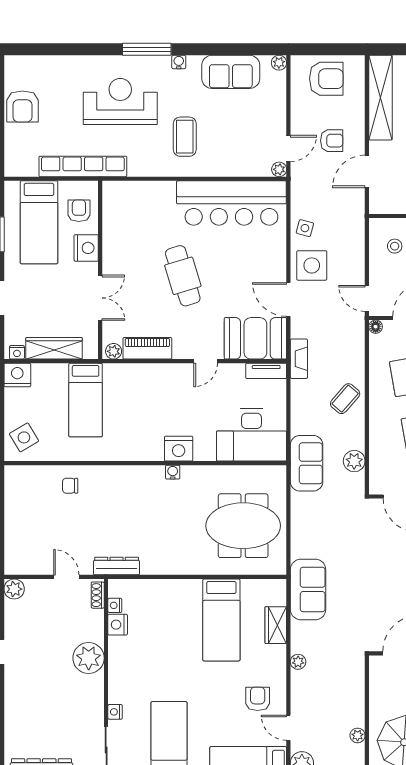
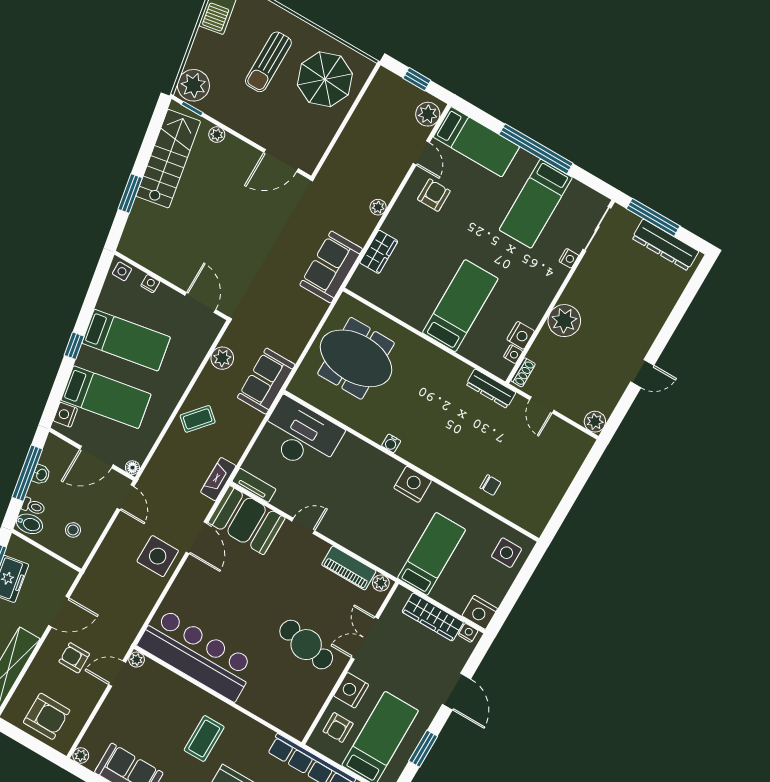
armchair: (326, 79) -> (47, 716), turned 180
side table: (305, 228) -> (144, 593), removed
cafe table: (183, 276) -> (306, 645), moved, turned -62
side table: (24, 437) -> (507, 553), turned 31
nightstand: (179, 449) -> (413, 484), moved
bed: (221, 620) -> (460, 306), moved
armchair: (258, 699) -> (434, 195), turned 180
plant: (358, 735) -> (363, 110), removed

